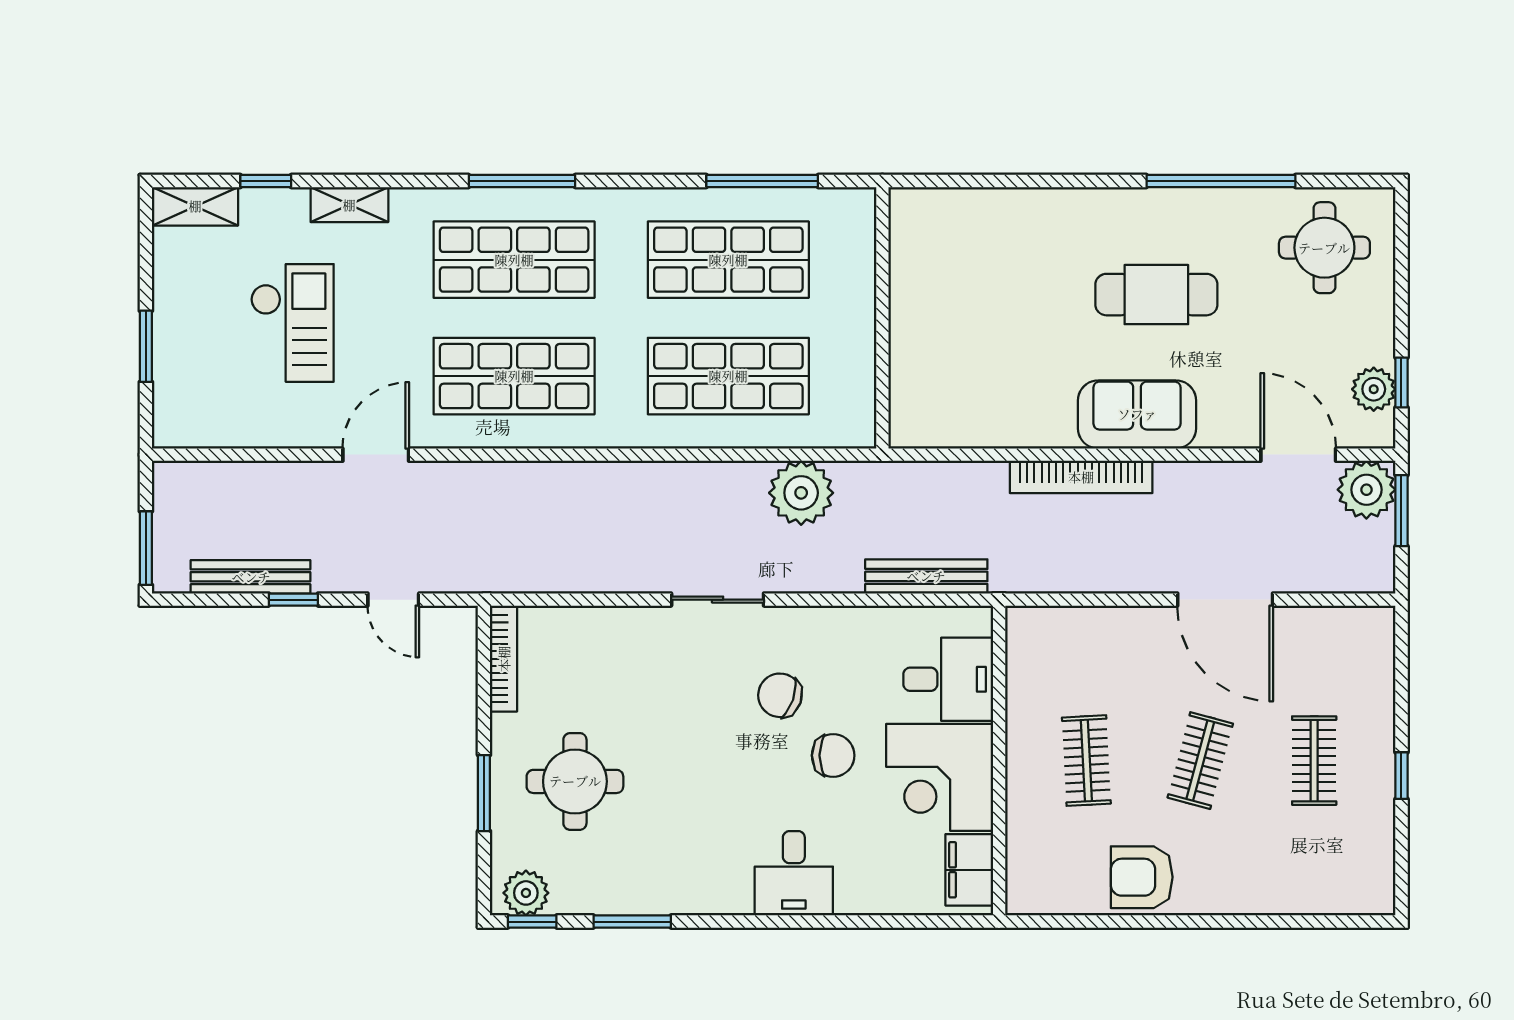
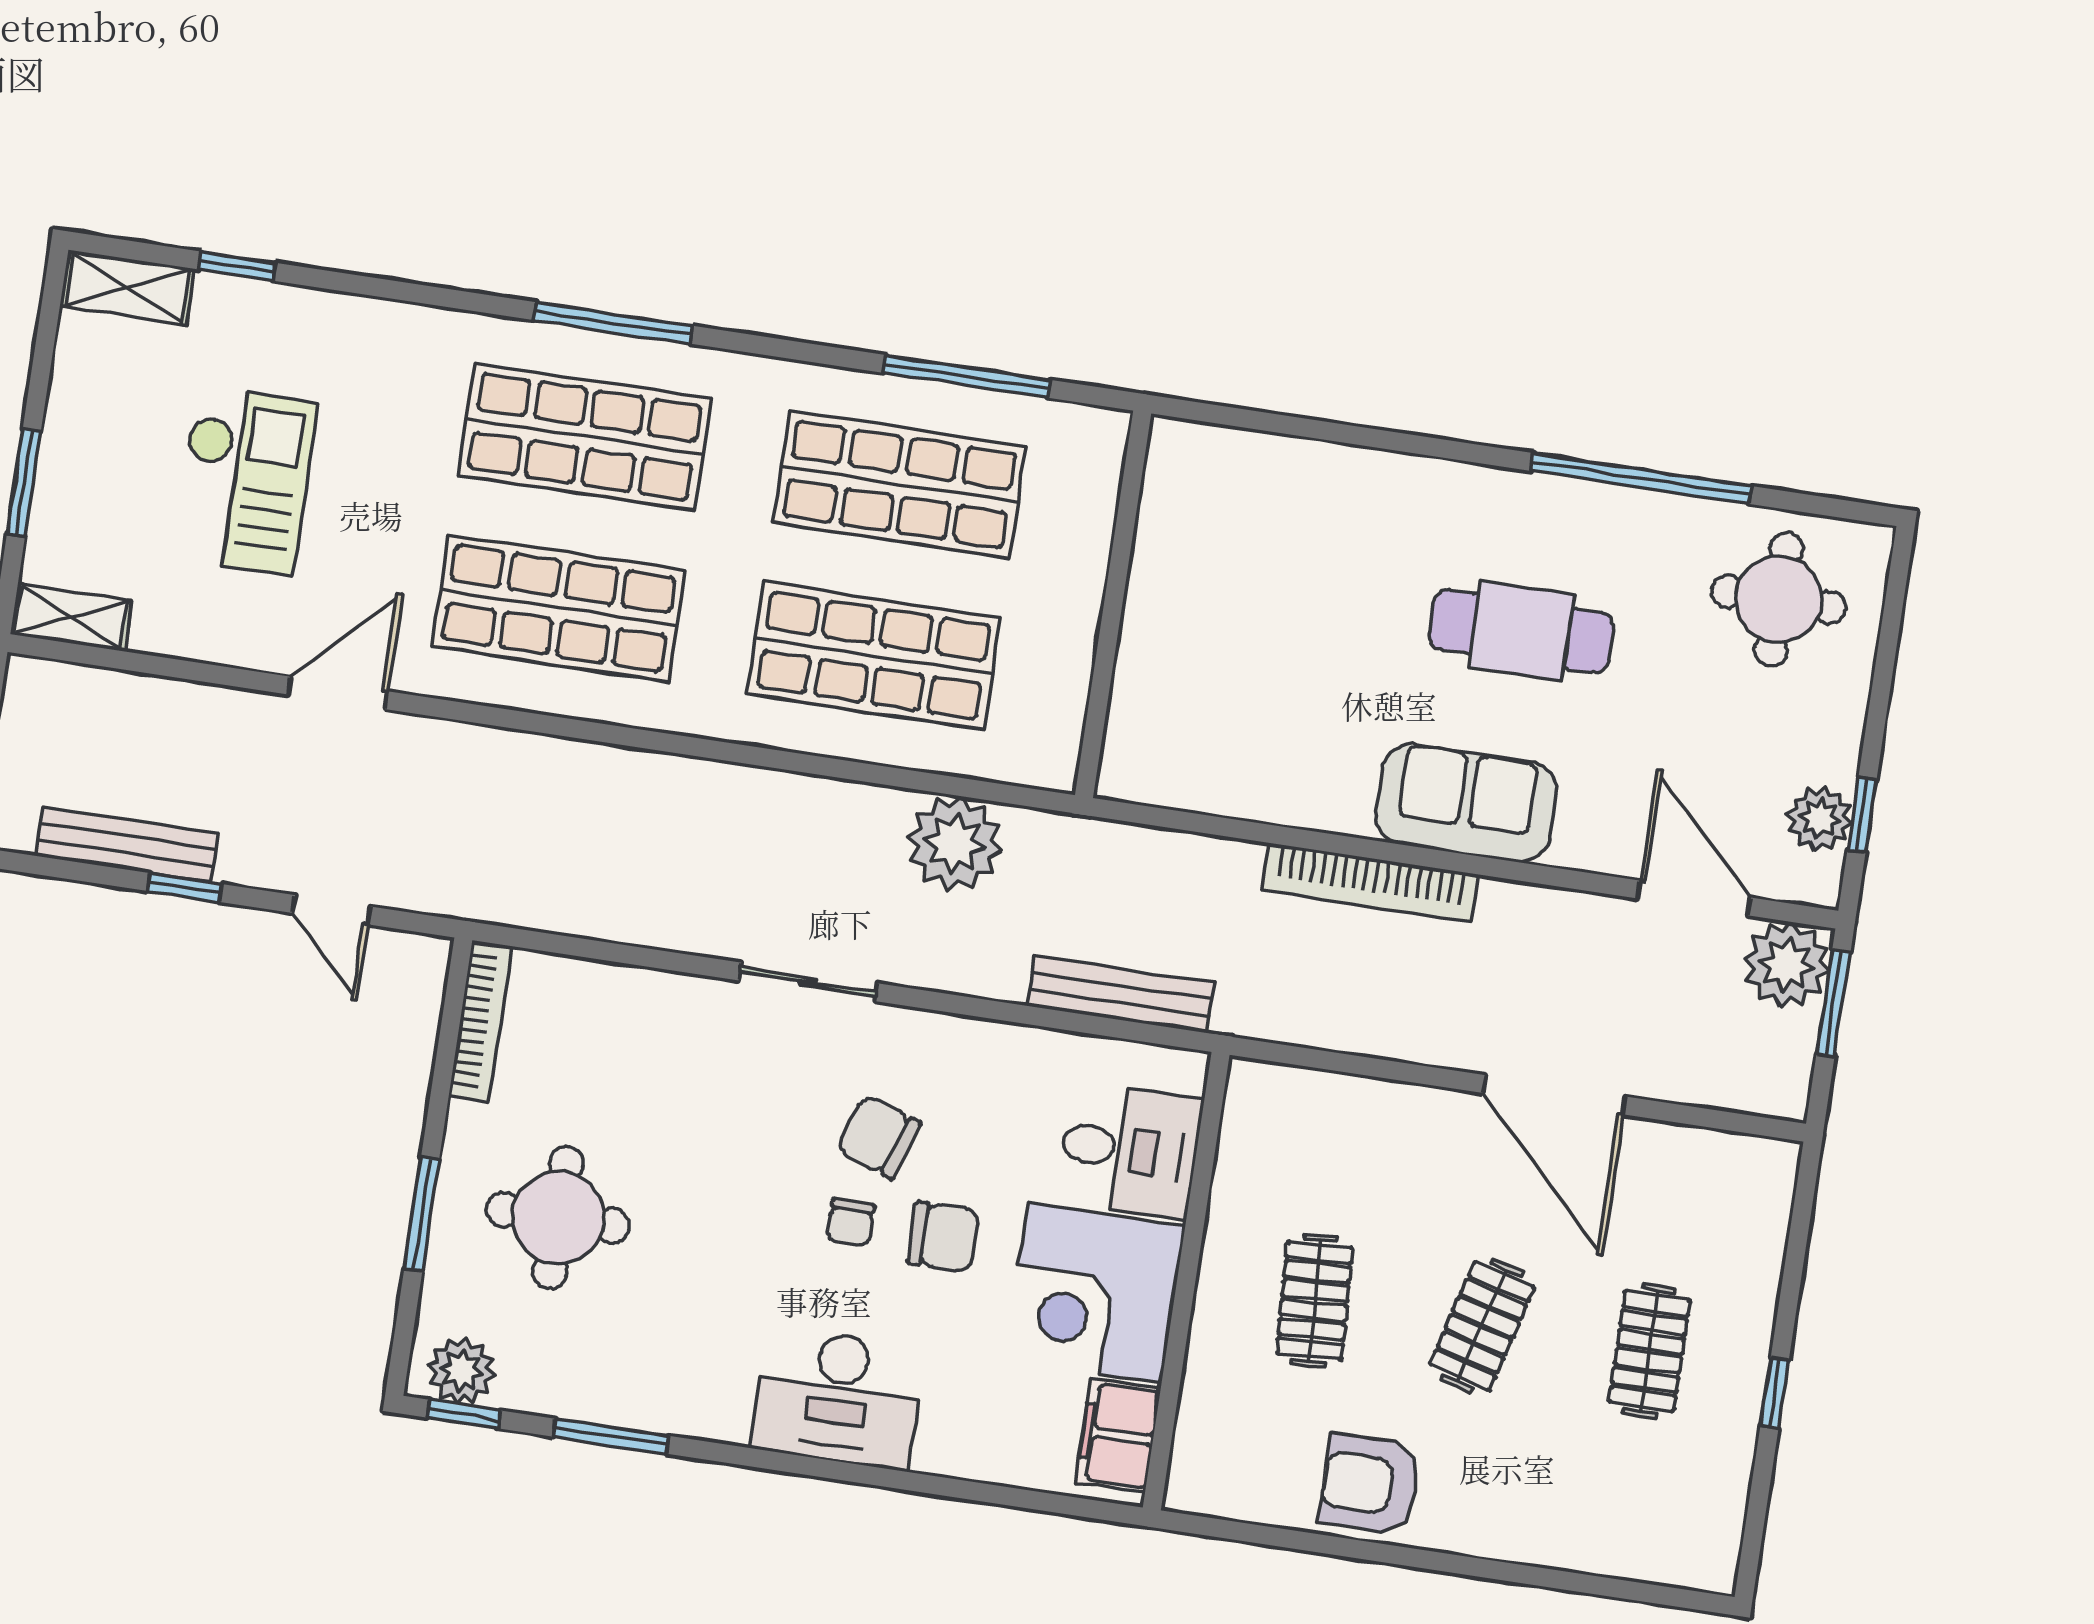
shelving: (349, 205) -> (71, 617), moved
chair: (770, 755) -> (850, 1222), added
desk: (794, 873) -> (838, 1398), width x1.37

